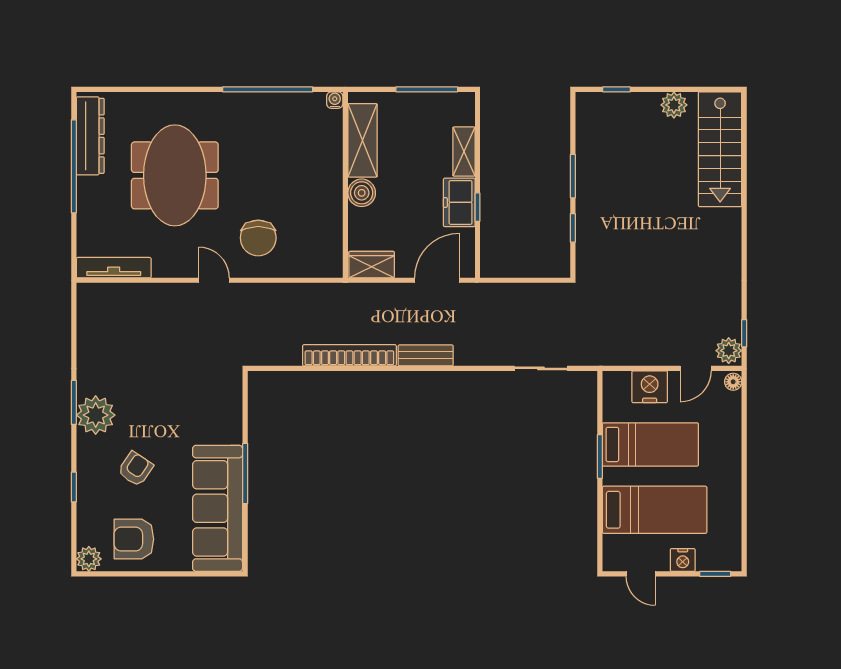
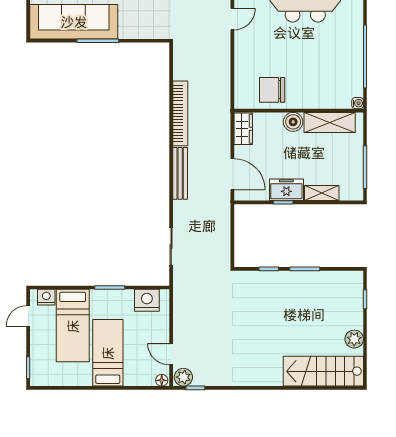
chair: (258, 238) -> (272, 90), moved
bench: (426, 355) -> (180, 173), width x1.36
nightstand: (650, 387) -> (147, 300), moved, turned -90
bed: (650, 444) -> (108, 353), moved, turned 180
nightstand: (683, 560) -> (46, 297), moved, turned 90

